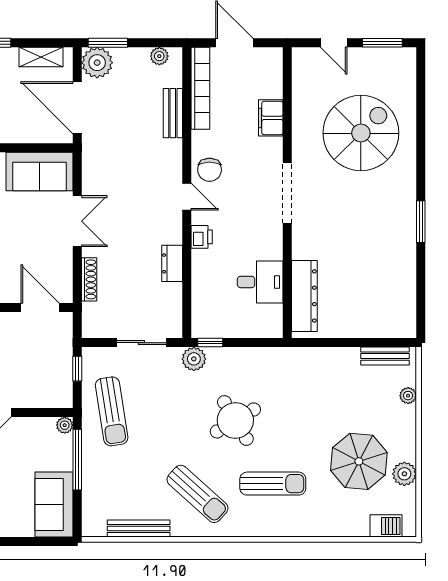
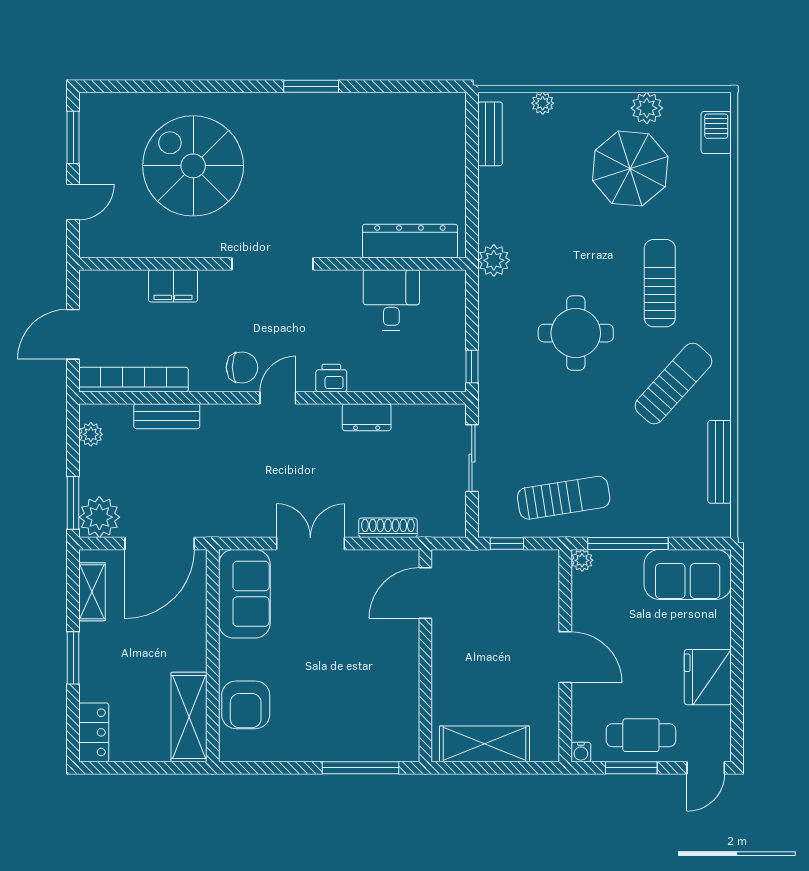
plant: (194, 359) -> (494, 260), moved
round table: (235, 420) -> (576, 333), turned 31

